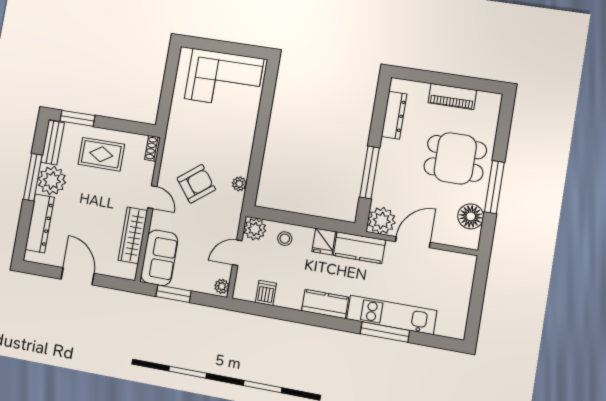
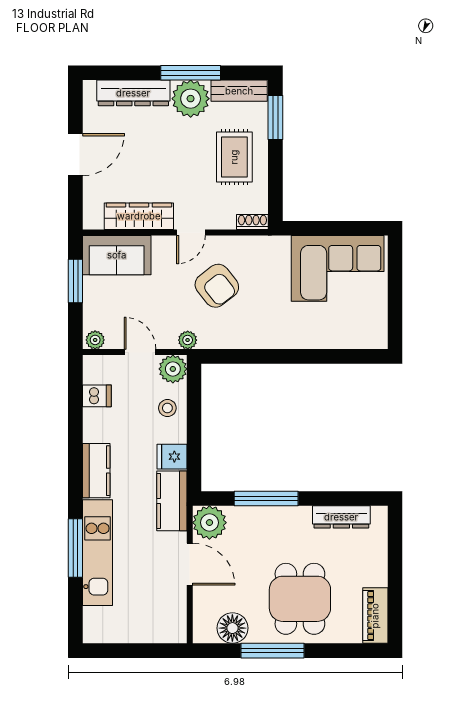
corner sofa: (224, 79) -> (338, 268), moved, turned -90
piano: (452, 96) -> (375, 616), moved
plant: (239, 184) -> (188, 340), moved

